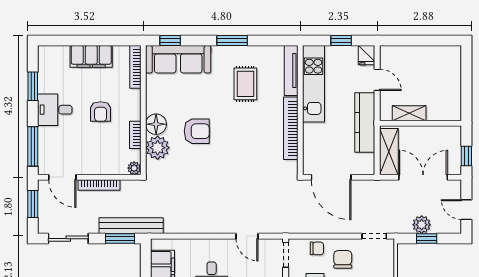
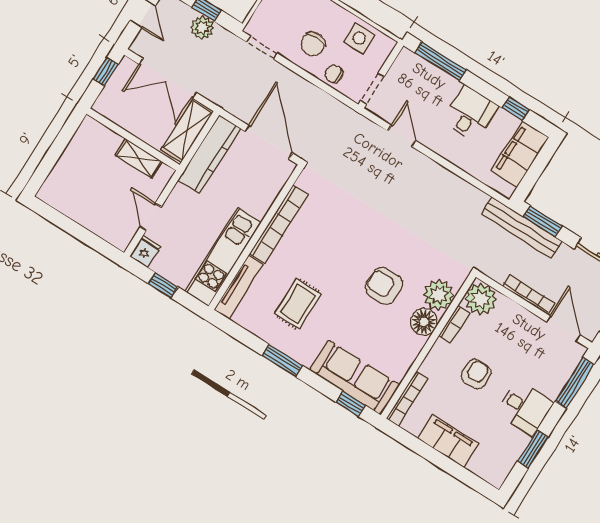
kitchen counter: (365, 122) -> (209, 154), moved
plant: (134, 168) -> (481, 299), width x1.87, depth x1.87

